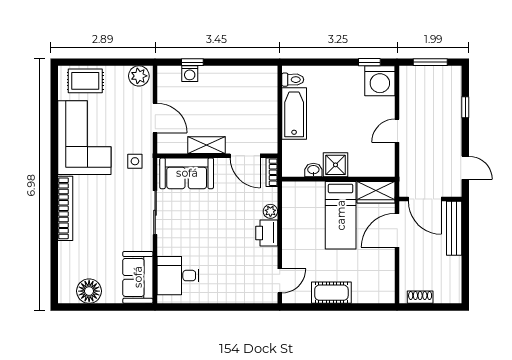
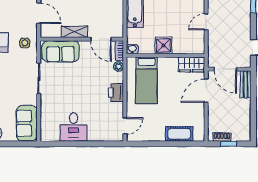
washbasin: (313, 170) -> (132, 49), moved
plant: (270, 211) -> (118, 66), moved
bed: (341, 215) -> (147, 80), moved
bench: (454, 228) -> (246, 84), width x0.73
desk: (178, 276) -> (74, 127), moved, turned -90
cot: (331, 293) -> (179, 134), moved
window: (430, 307) -> (229, 144), added

